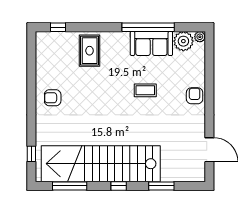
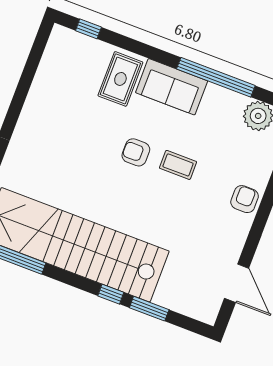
sofa: (151, 43) -> (172, 87), moved
armchair: (53, 98) -> (136, 152), moved
window: (119, 186) -> (111, 294), moved

